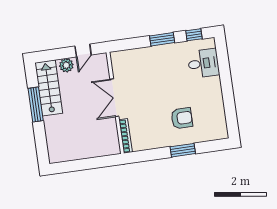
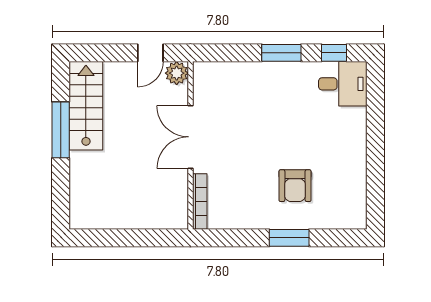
desk: (203, 63) -> (343, 84), moved
plant: (66, 65) -> (177, 73), moved
armchair: (182, 118) -> (295, 186), turned 90

